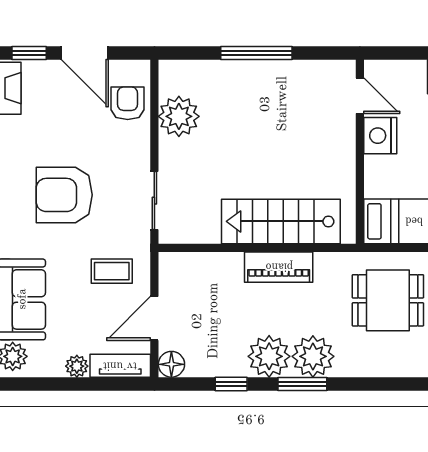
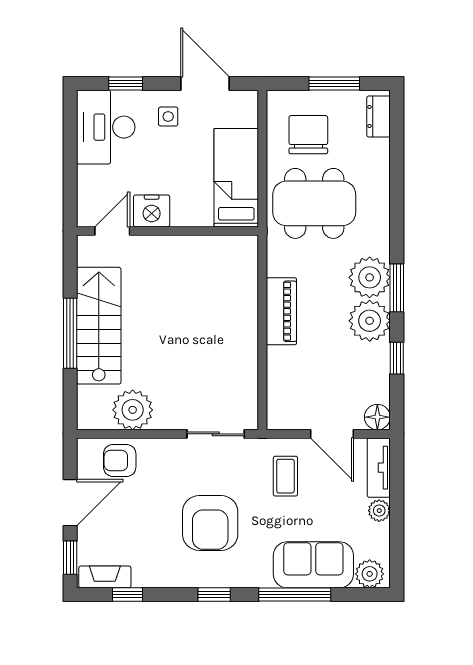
stairs: (281, 221) -> (99, 326), moved, turned 180
dining table: (388, 300) -> (314, 203), width x1.38

